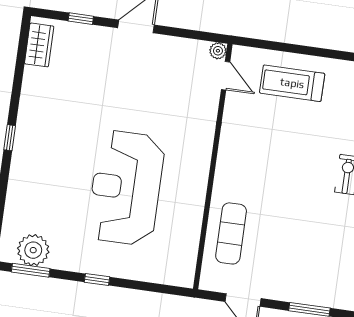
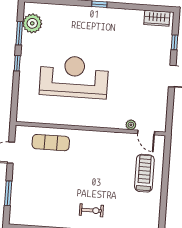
plant: (218, 51) -> (131, 125), moved
door: (226, 76) -> (146, 133), hinge flipped
window: (31, 270) -> (19, 33), moved

